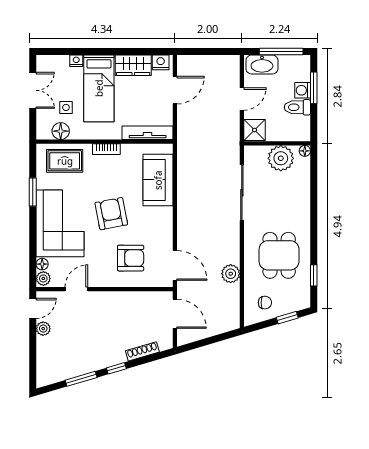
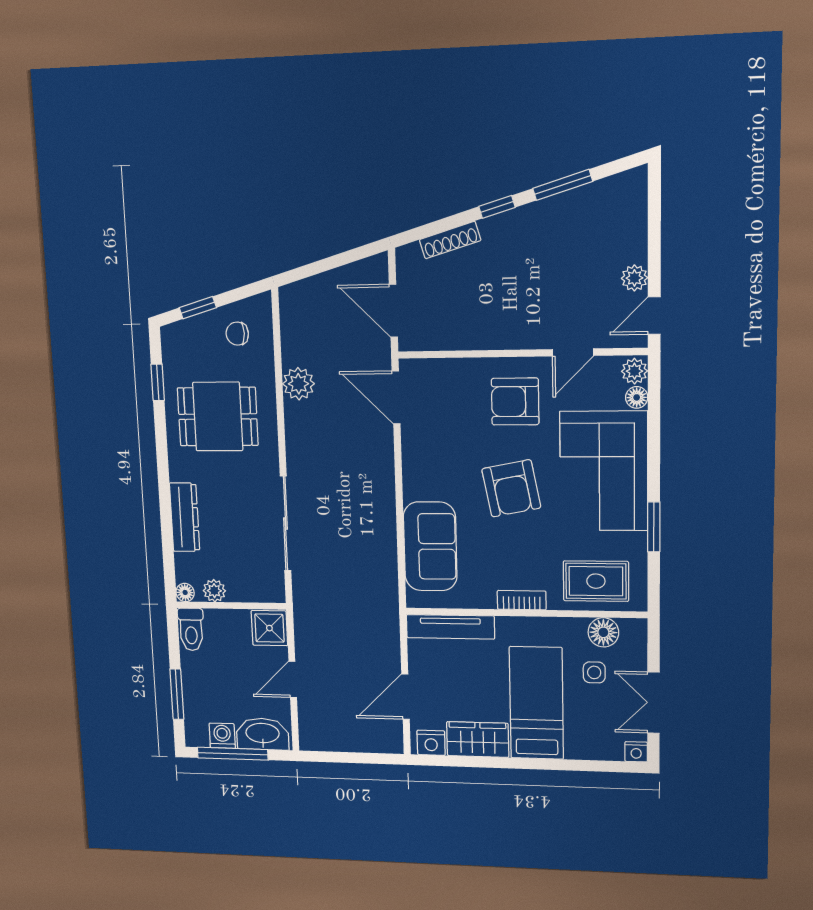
nightstand: (76, 61) -> (636, 752), moved
washing machine: (303, 90) -> (222, 736), moved, turned -90
toilet: (297, 107) -> (191, 629), moved, turned 90
plant: (281, 158) -> (214, 591), width x0.53, depth x0.53
dresser: (302, 196) -> (185, 517), added
dining table: (279, 255) -> (218, 417), turned 90
armchair: (131, 258) -> (515, 402), moved

